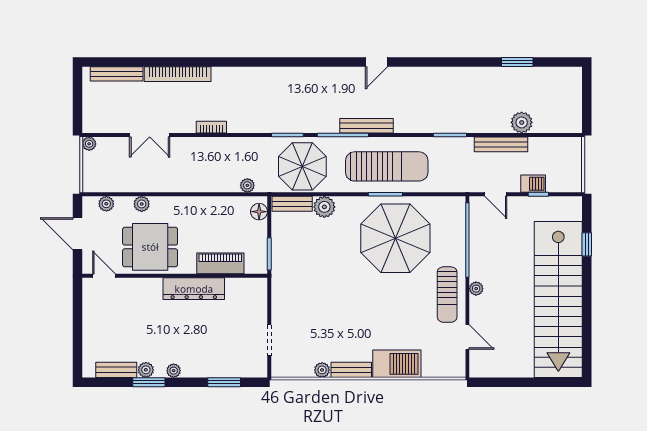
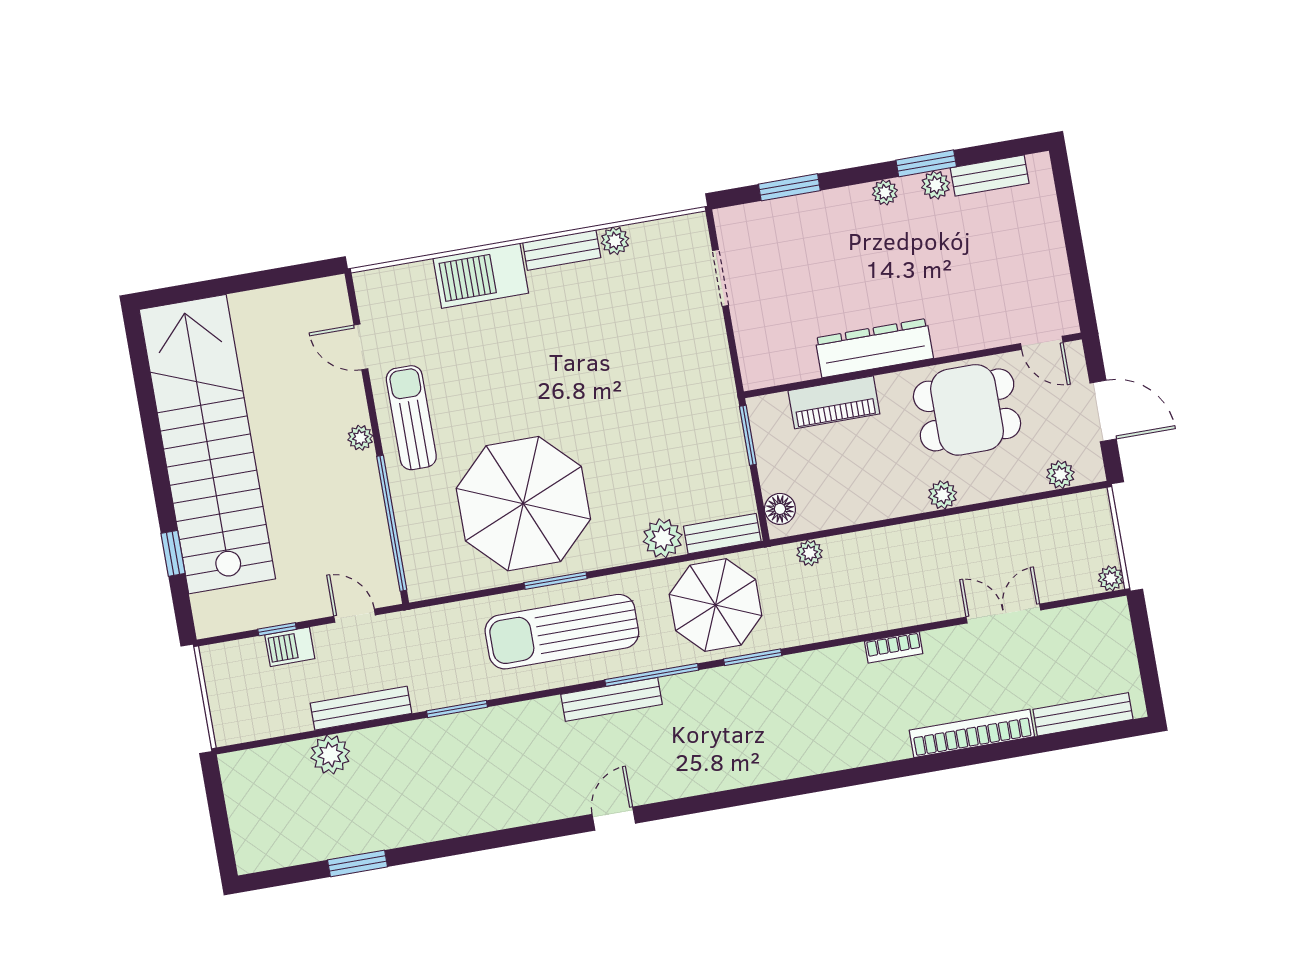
plant: (142, 204) -> (943, 495), moved

